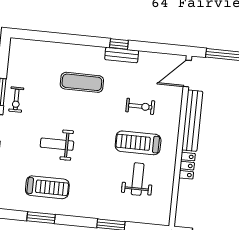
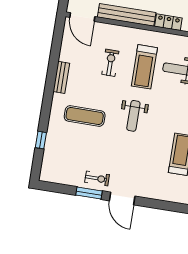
window: (119, 44) -> (41, 140), moved
exercise mat: (82, 82) -> (85, 116), turned 90
weight bench: (57, 144) -> (133, 116), moved

